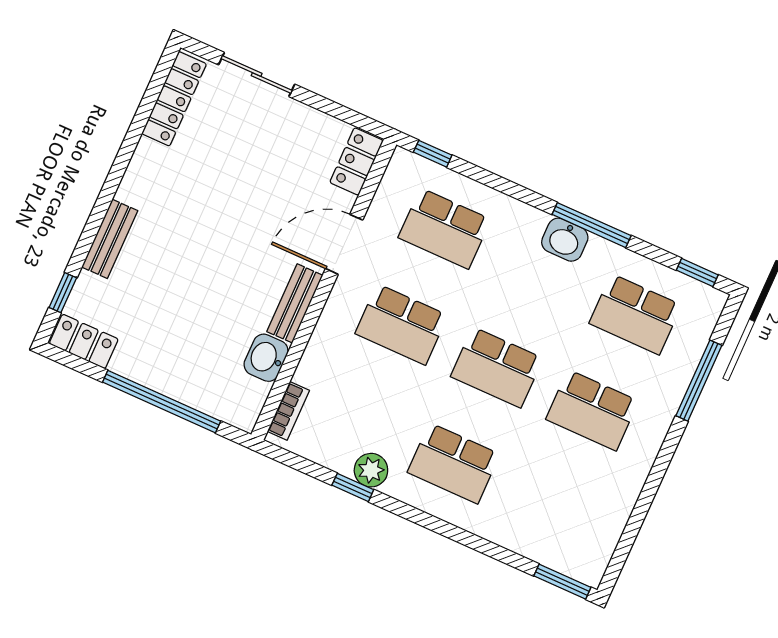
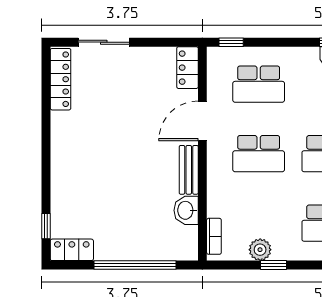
bench: (110, 239) -> (60, 181), removed
plant: (371, 470) -> (260, 250), moved

